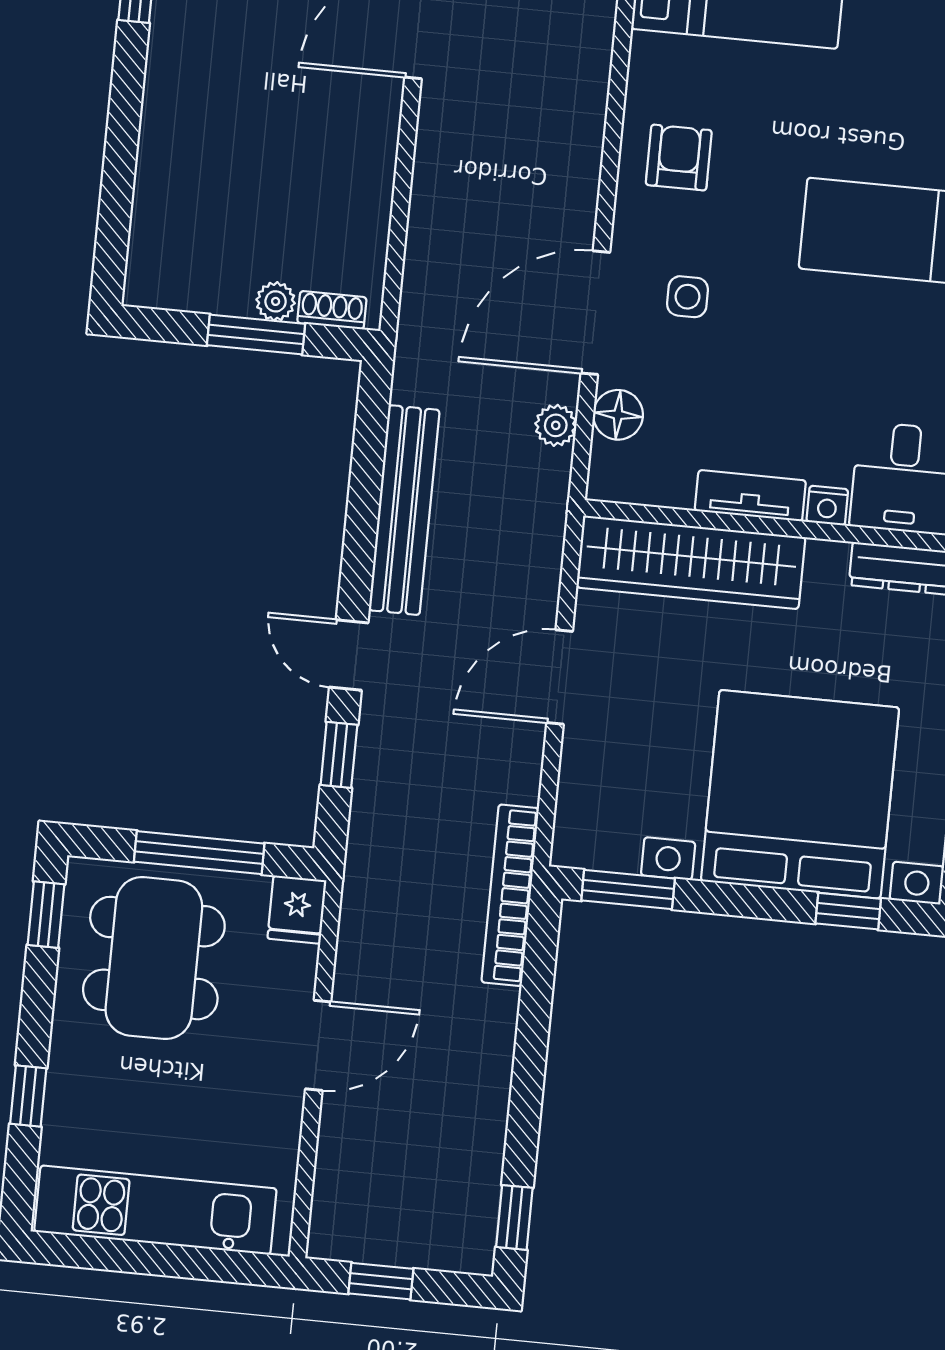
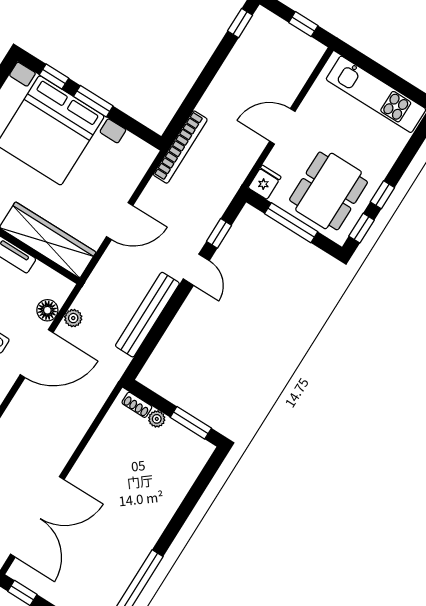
window: (256, 334) -> (191, 423), moved
window: (628, 889) -> (93, 101), moved
window: (28, 1096) -> (382, 195), moved

